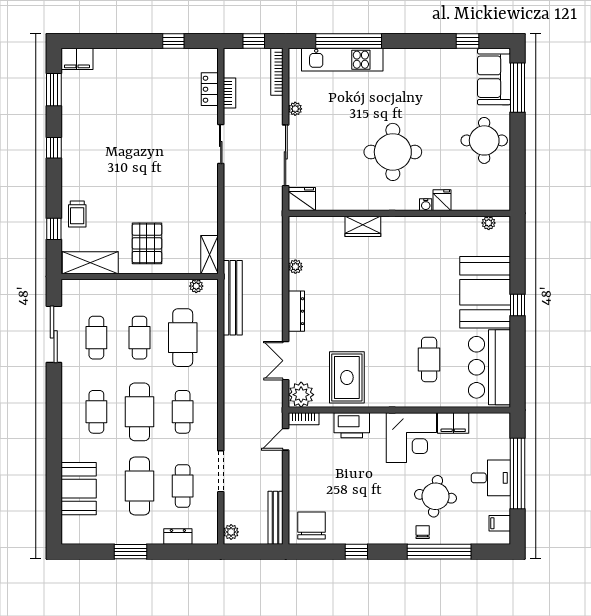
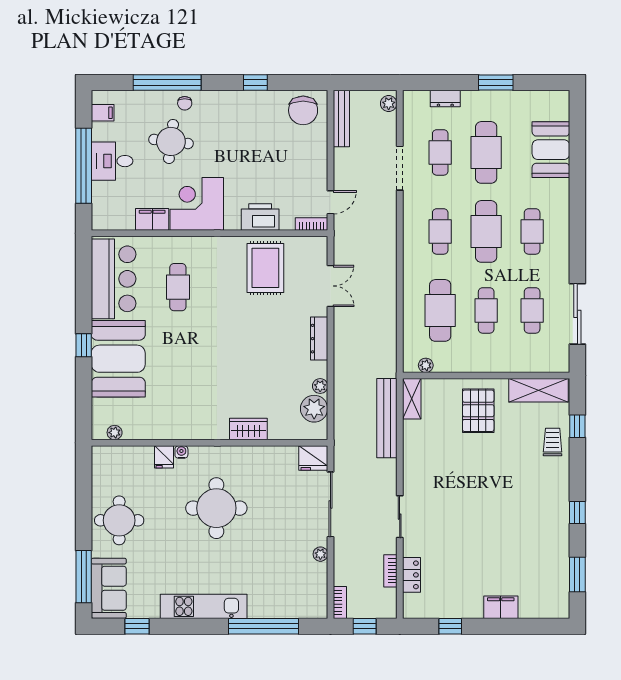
filing cabinet: (77, 59) -> (501, 607), moved
kitchen unit: (342, 60) -> (204, 606), moved
bookcase: (277, 72) -> (340, 602), width x0.64
bench: (233, 298) -> (387, 418), moved
plant: (301, 395) -> (314, 409), moved

